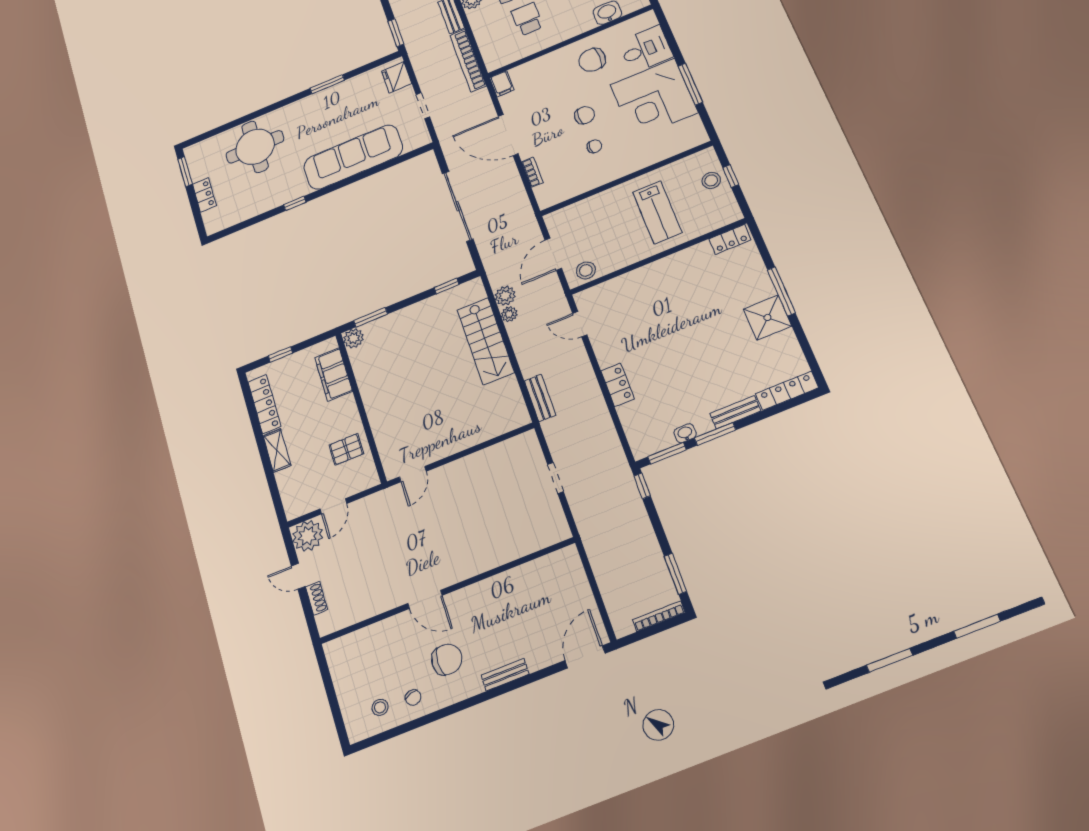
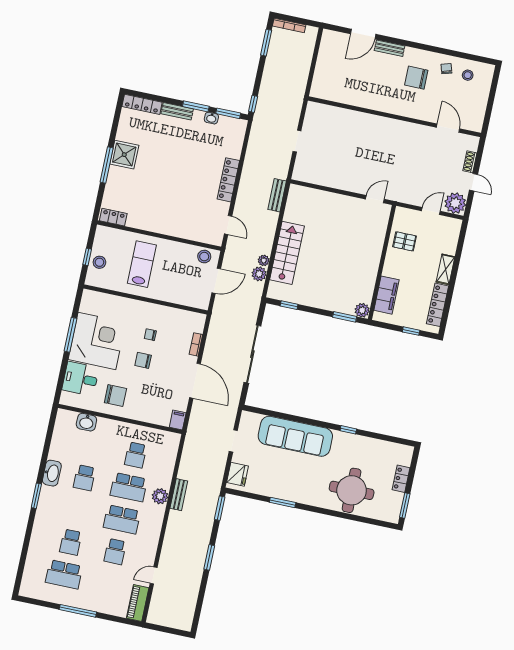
bookcase: (468, 61) -> (188, 453), removed
locker: (618, 385) -> (228, 180), width x1.53
door: (425, 599) -> (448, 128), moved
door: (585, 657) -> (363, 34), moved

